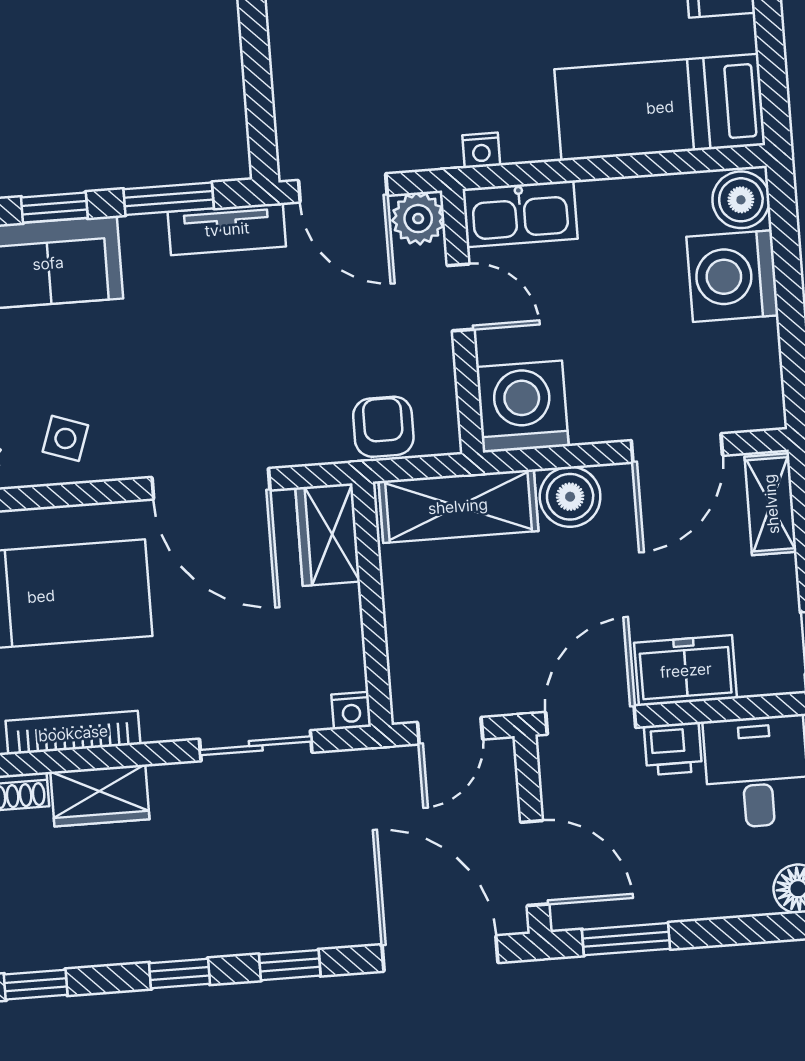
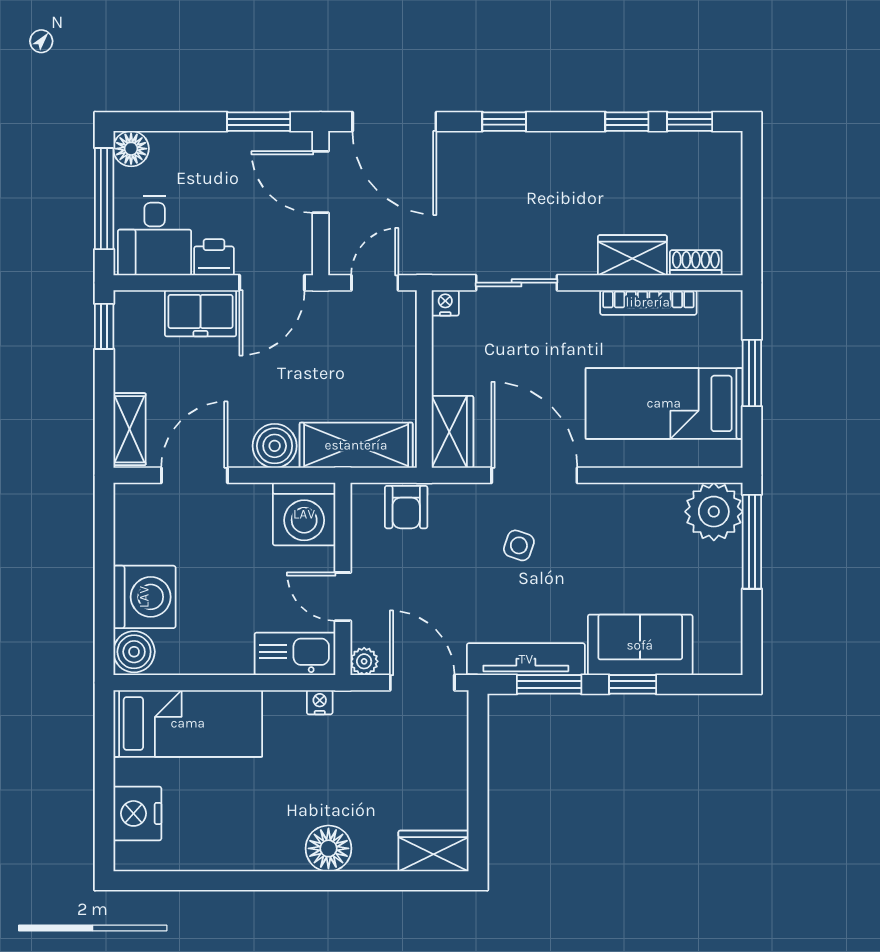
plant: (418, 219) -> (364, 661), width x0.73, depth x0.73
tv unit: (227, 229) -> (526, 659), width x1.41
side table: (65, 438) -> (519, 545), moved
window: (180, 974) -> (627, 122), moved

